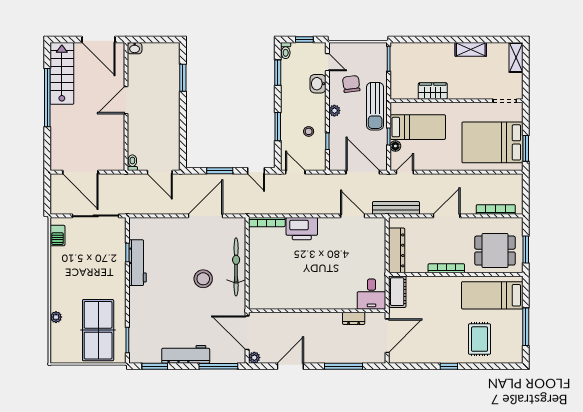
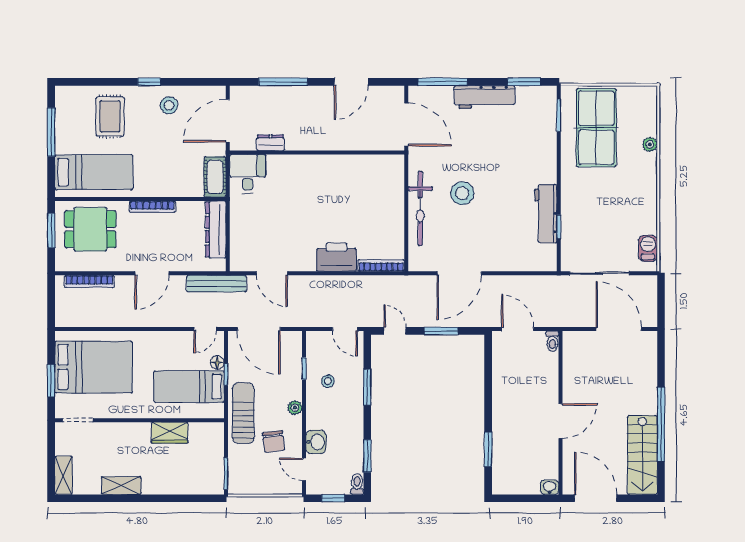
window: (526, 148) -> (51, 381), moved
stool: (433, 348) -> (169, 105), added
plant: (254, 358) -> (397, 93), removed

